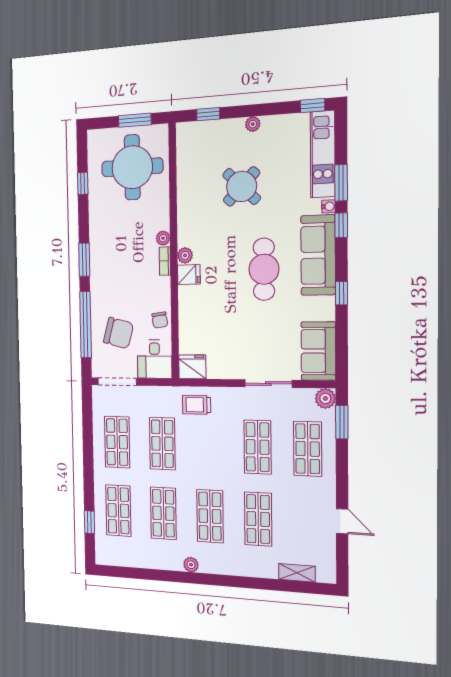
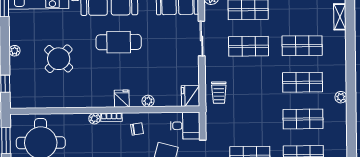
plant: (185, 255) -> (148, 101), moved
chair: (160, 320) -> (137, 129), moved
shop shelf: (162, 444) -> (249, 120), removed

